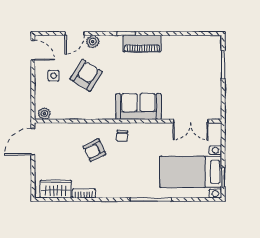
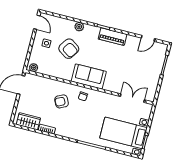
door: (75, 34) -> (148, 38), moved
armchair: (86, 75) -> (69, 49), turned 92
sofa: (138, 107) -> (89, 76), moved
double door: (191, 121) -> (132, 98), swing flipped

